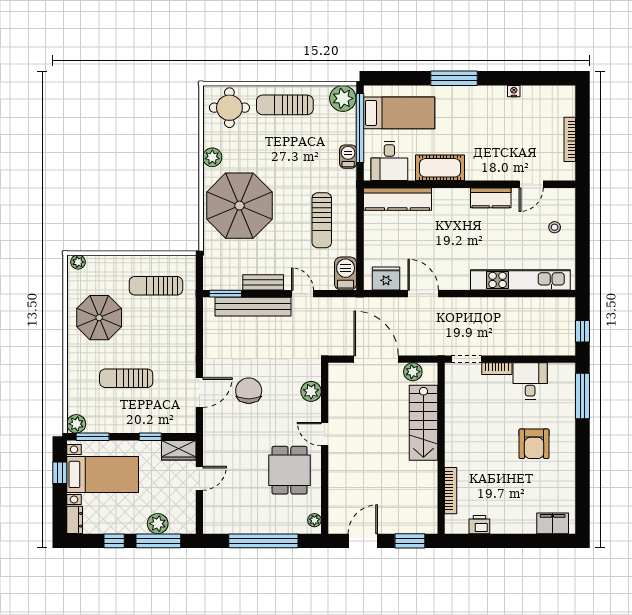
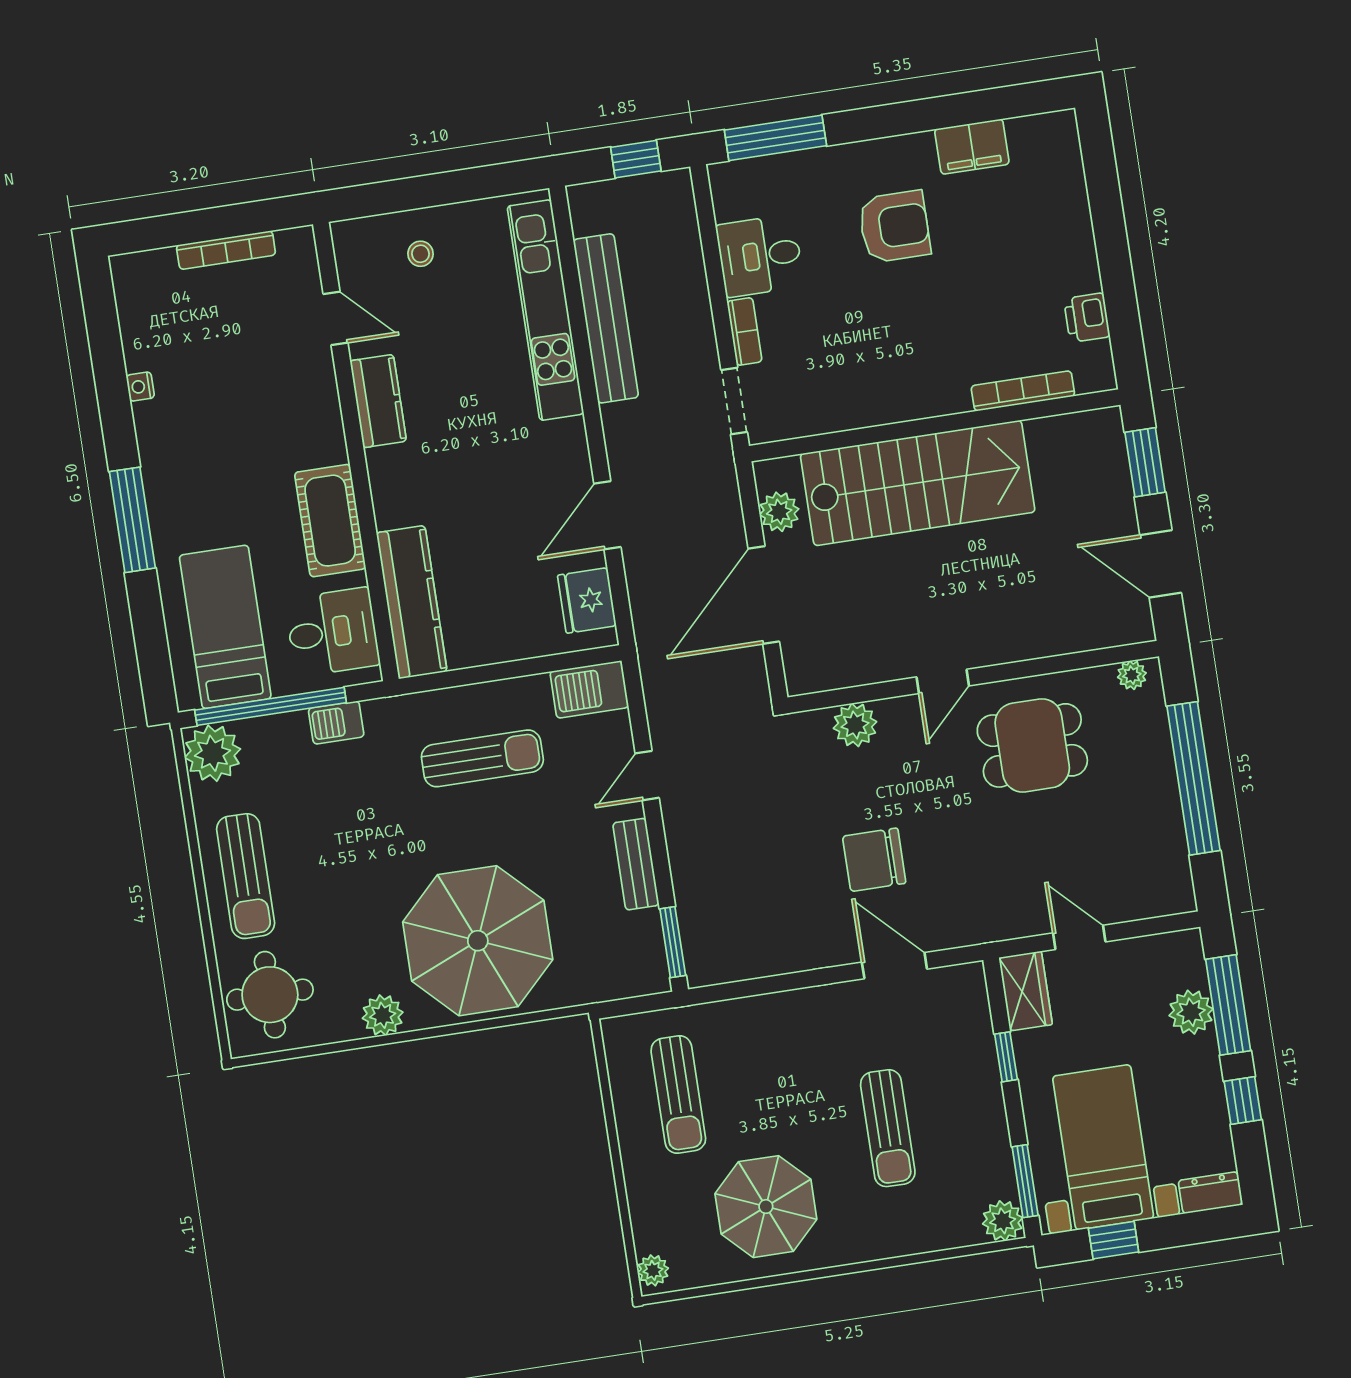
bench: (253, 307) -> (606, 318), moved
stairs: (423, 423) -> (918, 483), width x1.36, depth x1.51
filing cabinet: (553, 523) -> (972, 147), moved, turned -90

